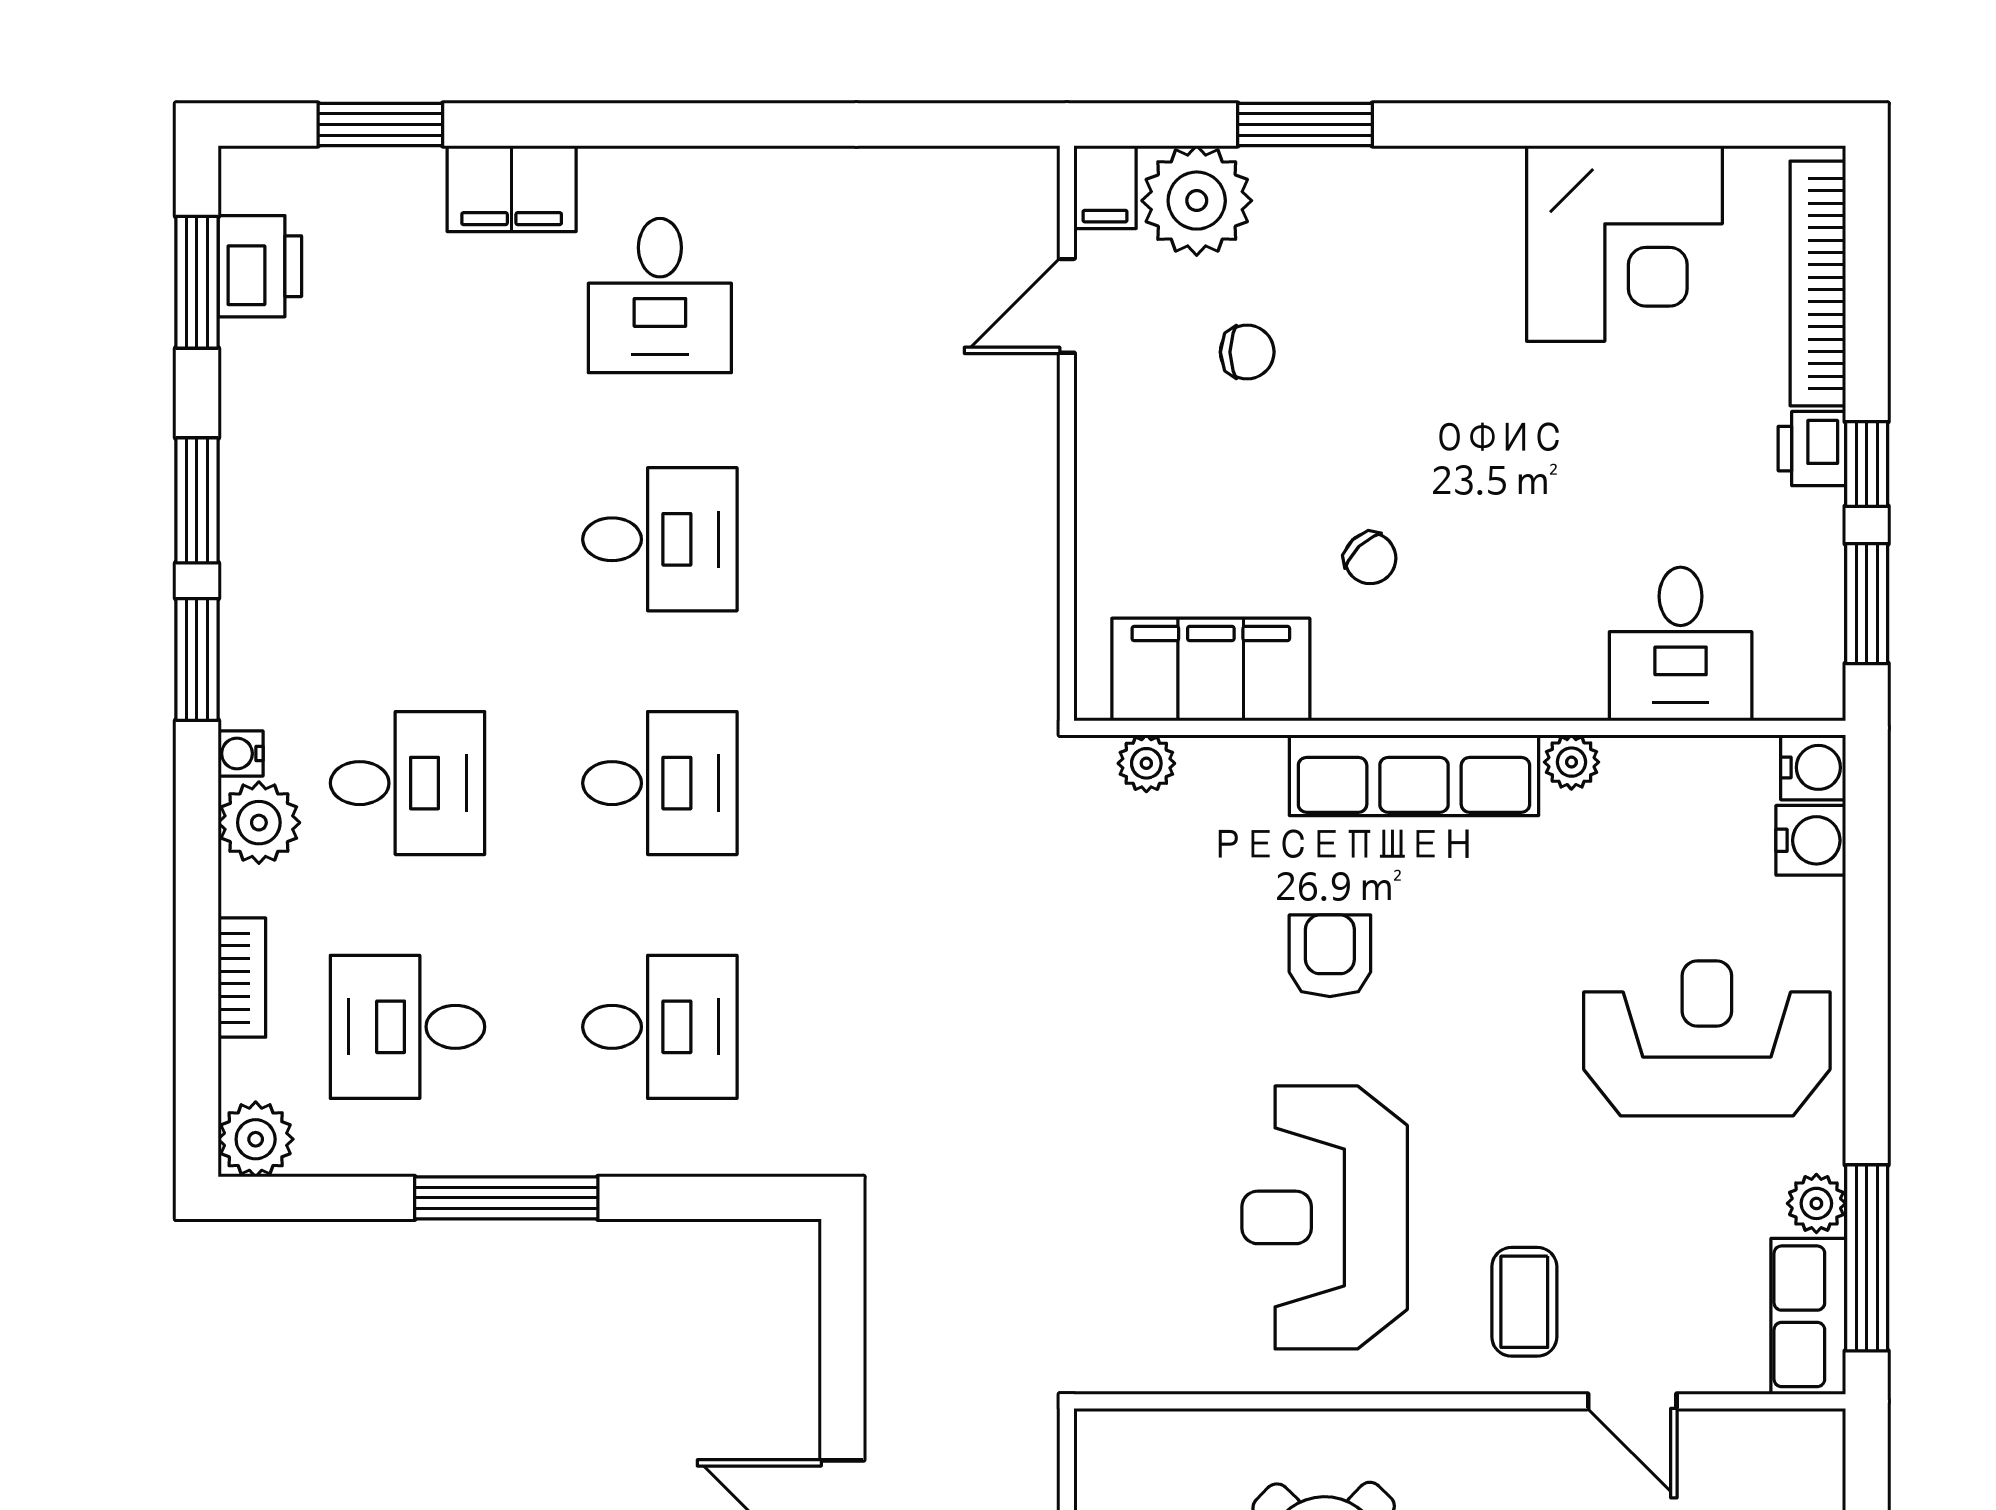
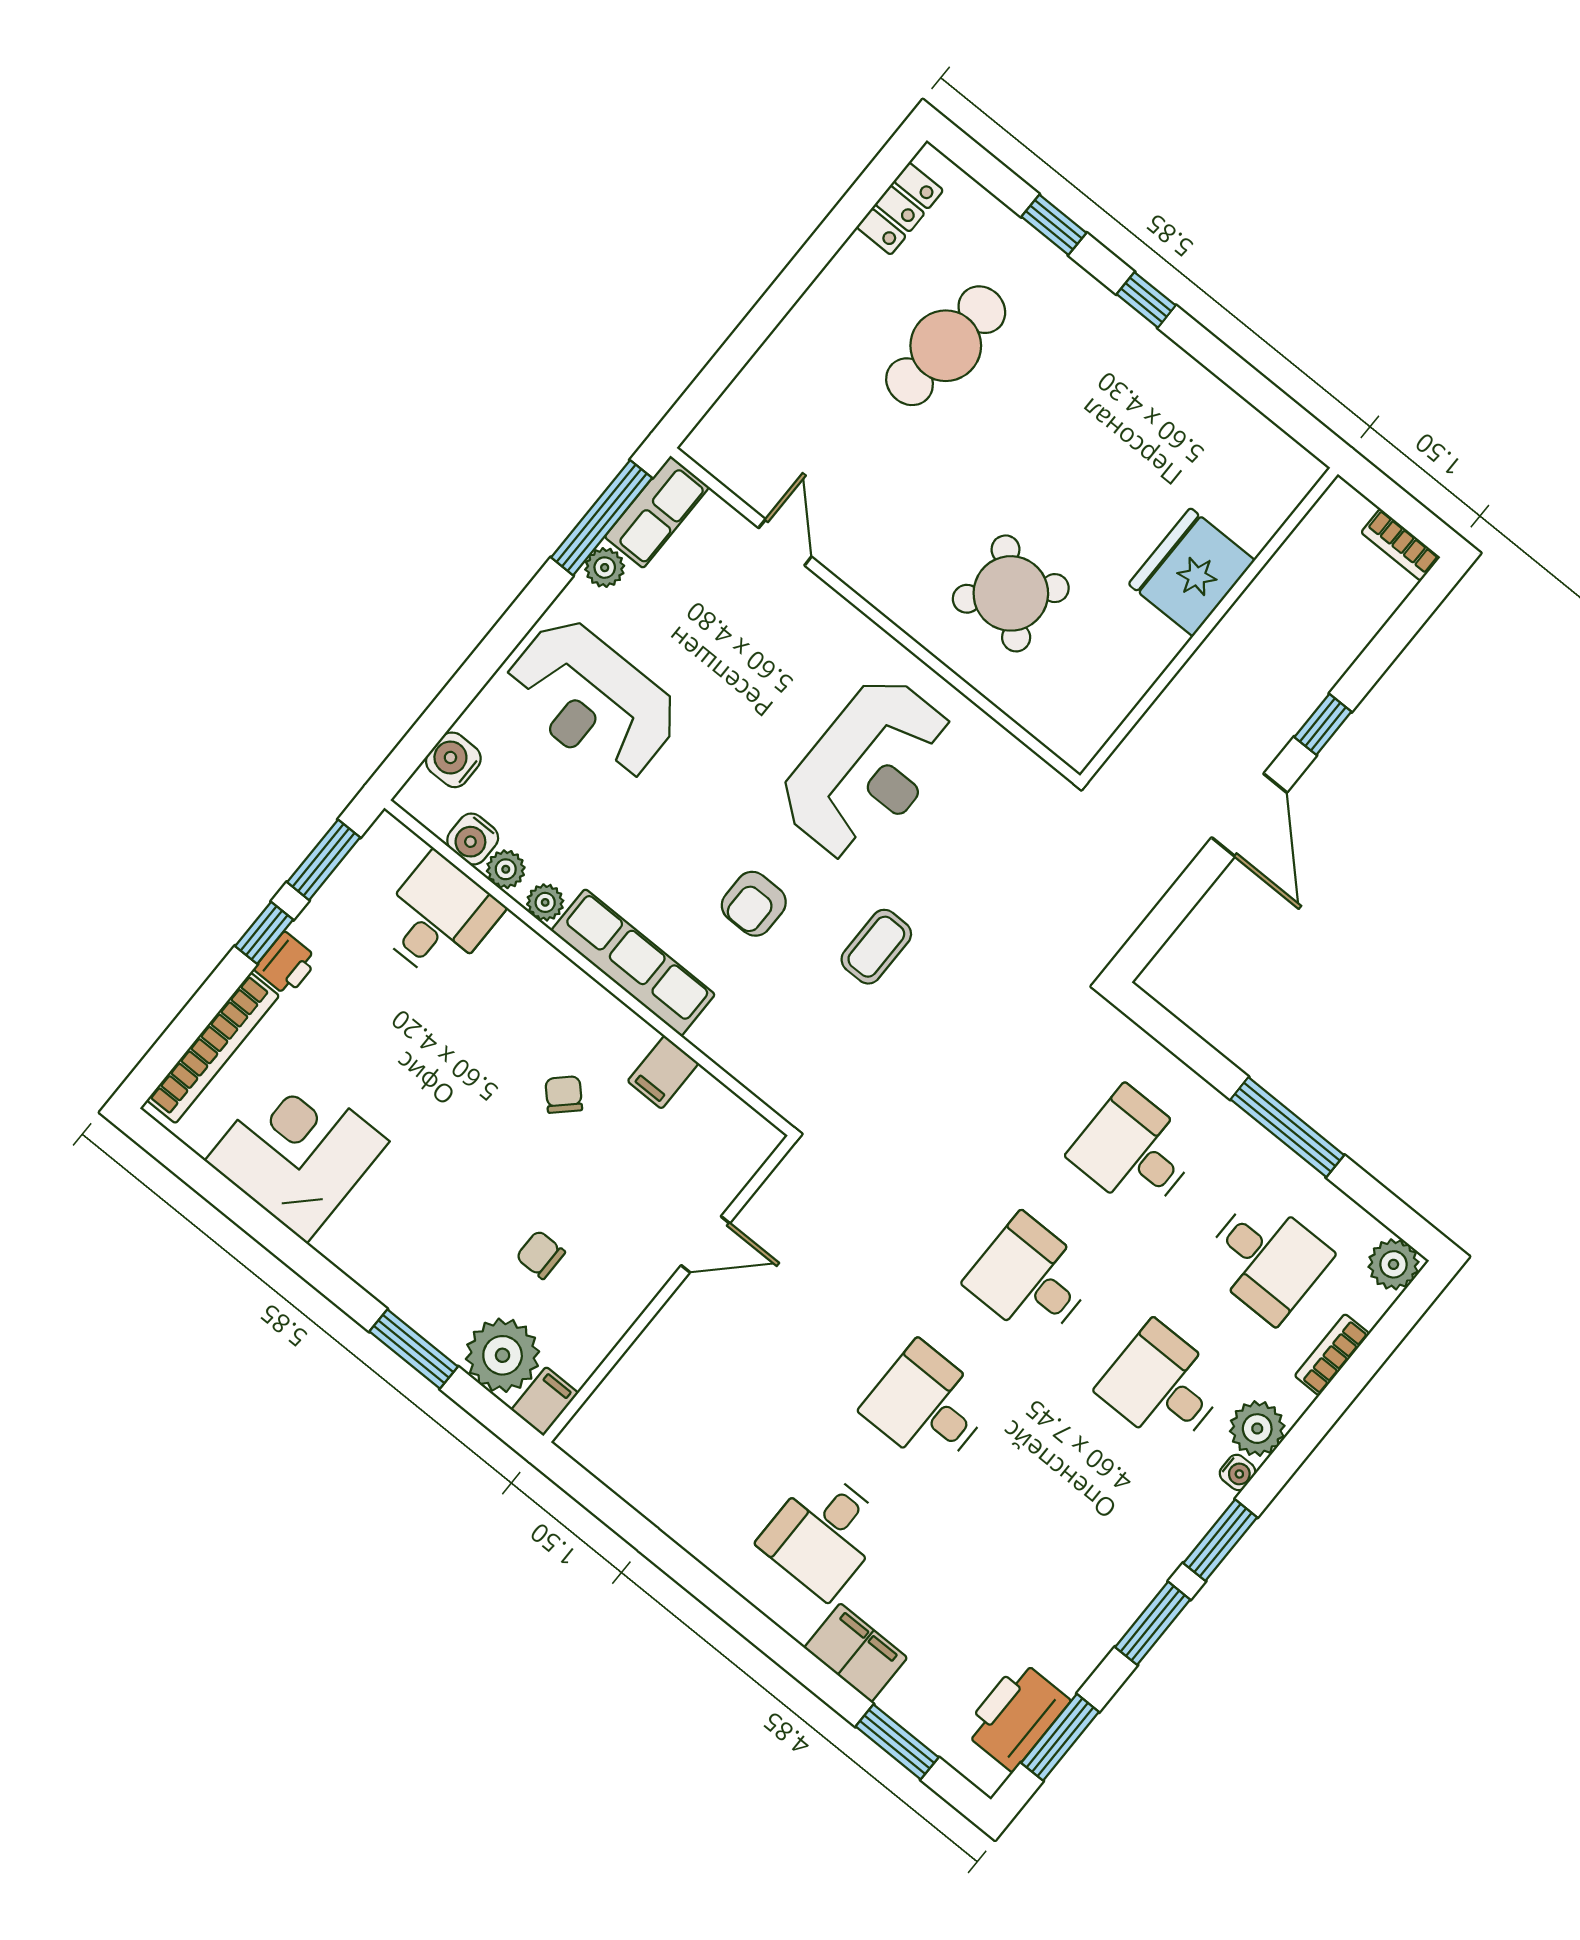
printer: (260, 266) -> (1016, 1716), width x1.37, depth x1.19
desk: (660, 295) -> (824, 1534), turned 180
door: (1067, 306) -> (705, 1244), moved
filing cabinet: (1211, 669) -> (663, 1072), width x0.33, depth x0.86
plant: (1146, 763) -> (506, 869), moved
water cooler: (1813, 767) -> (473, 839), moved, turned -90
coffee table: (1524, 1302) -> (876, 947), moved

